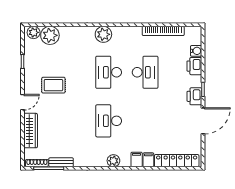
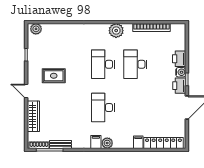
plant: (103, 34) -> (116, 31), moved
plant: (50, 35) -> (51, 31), removed
water cooler: (196, 51) -> (181, 72), moved
desk: (145, 72) -> (135, 64), turned 180
door: (22, 102) -> (26, 91), swing flipped
filing cabinet: (137, 159) -> (96, 142), moved

